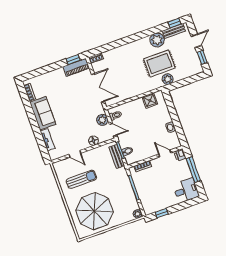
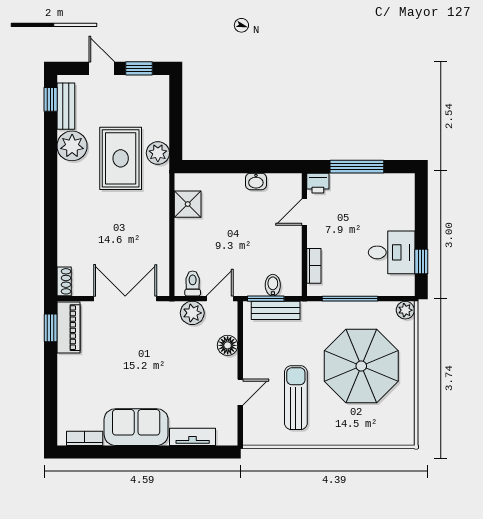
desk: (186, 190) -> (392, 252), moved, turned 90
parasol: (95, 211) -> (361, 366), moved

